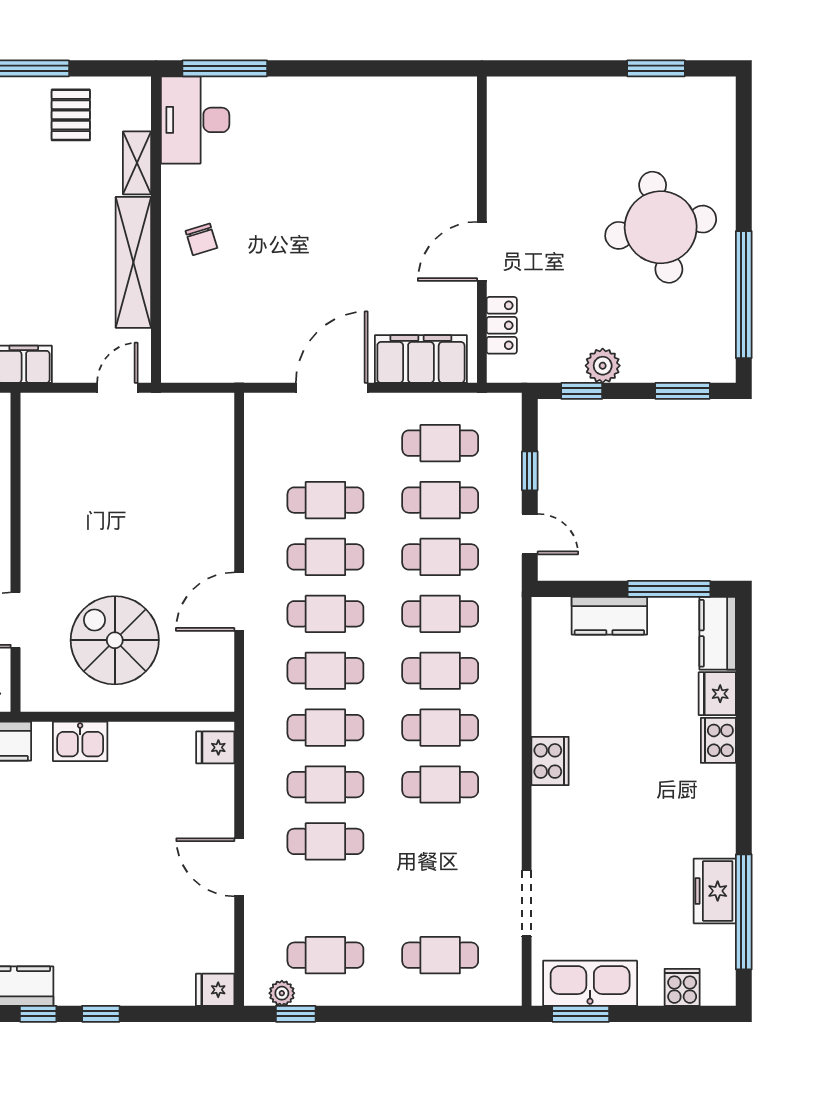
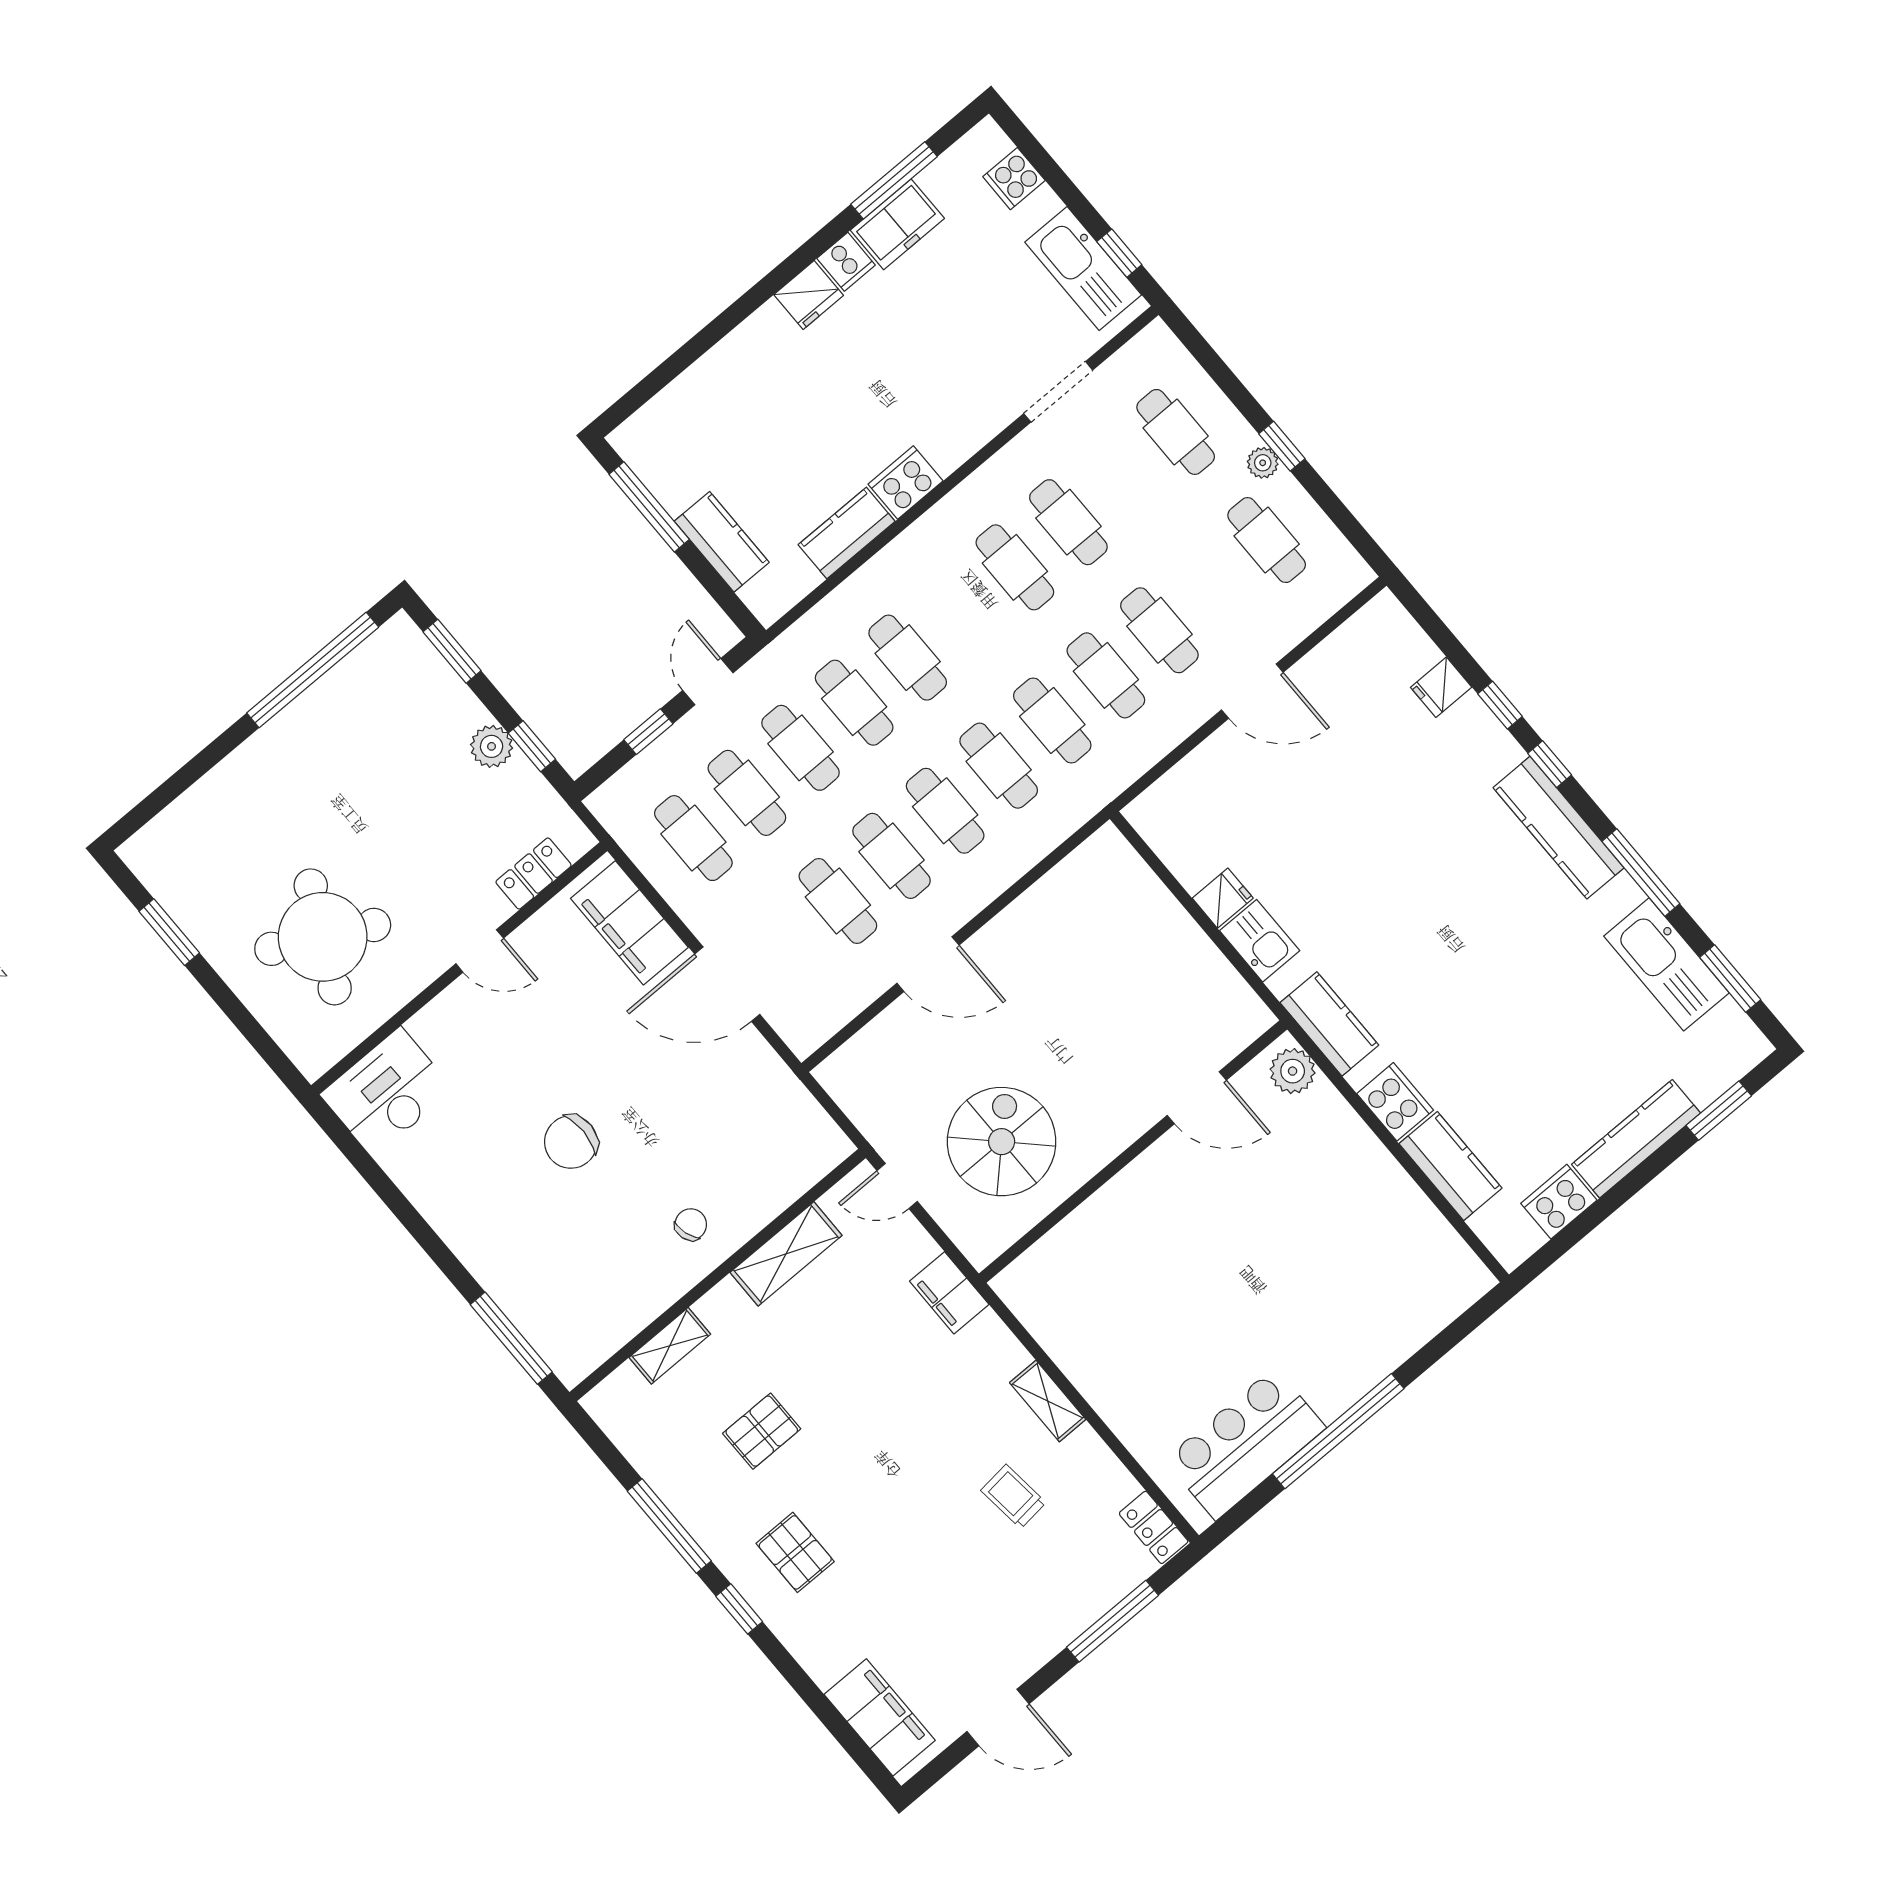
pallet: (71, 115) -> (762, 1431), moved
desk: (195, 120) -> (387, 1092), moved, turned 180
chair: (315, 208) -> (571, 1142), added
round table: (661, 227) -> (323, 937), moved, turned 38
door: (482, 251) -> (480, 951), width x0.73
shelving: (133, 262) -> (786, 1254), width x0.68
door: (239, 602) -> (928, 964), moved
kitchen counter: (718, 633) -> (847, 533), moved, turned 180
spiral stairs: (115, 640) -> (1002, 1142), moved, turned 180
fridge: (717, 694) -> (809, 295), moved
cafe table: (440, 728) -> (1068, 522), moved
cooker: (718, 740) -> (846, 262), moved, width x0.73
fridge: (215, 747) -> (1223, 898), moved, turned -90
door: (239, 867) -> (1252, 691), hinge flipped
window: (744, 912) -> (894, 180), width x0.68
fridge: (215, 990) -> (1441, 687), moved, turned 90
plant: (282, 993) -> (1263, 463), moved
window: (296, 1014) -> (1282, 446), moved
window: (581, 1014) -> (1119, 253), width x0.67

